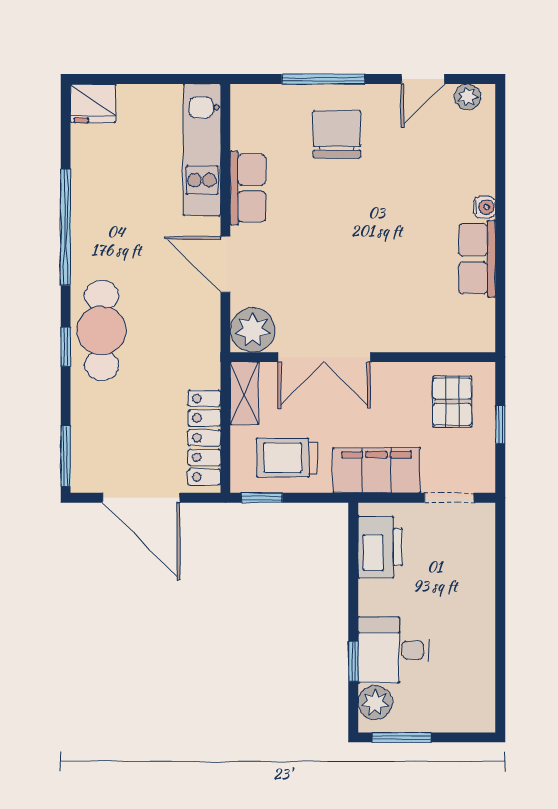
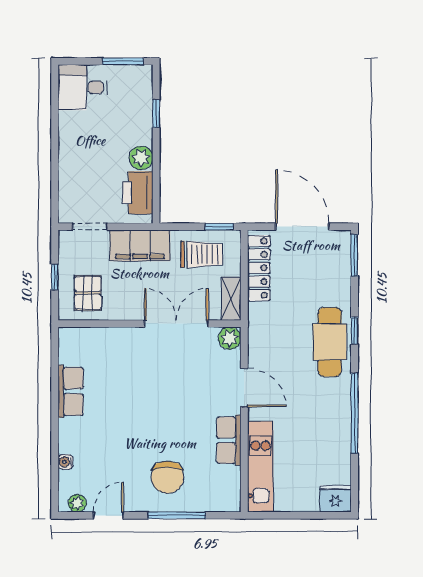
water cooler: (485, 207) -> (65, 462), moved
plant: (253, 330) -> (230, 338), width x0.73, depth x0.73
desk: (394, 650) -> (83, 87), moved, turned 180
plant: (375, 703) -> (141, 158), moved

